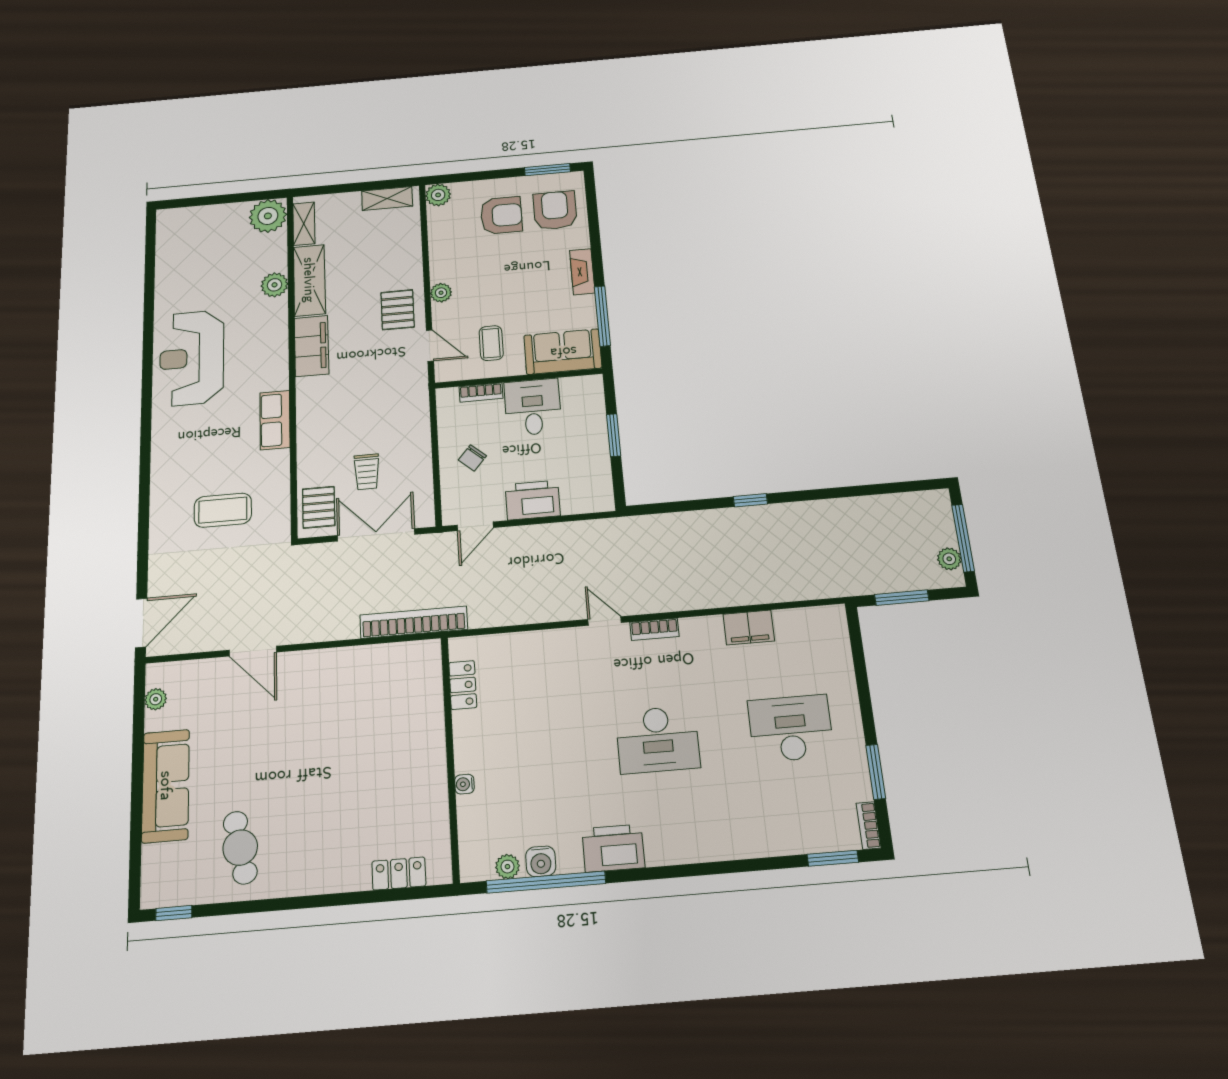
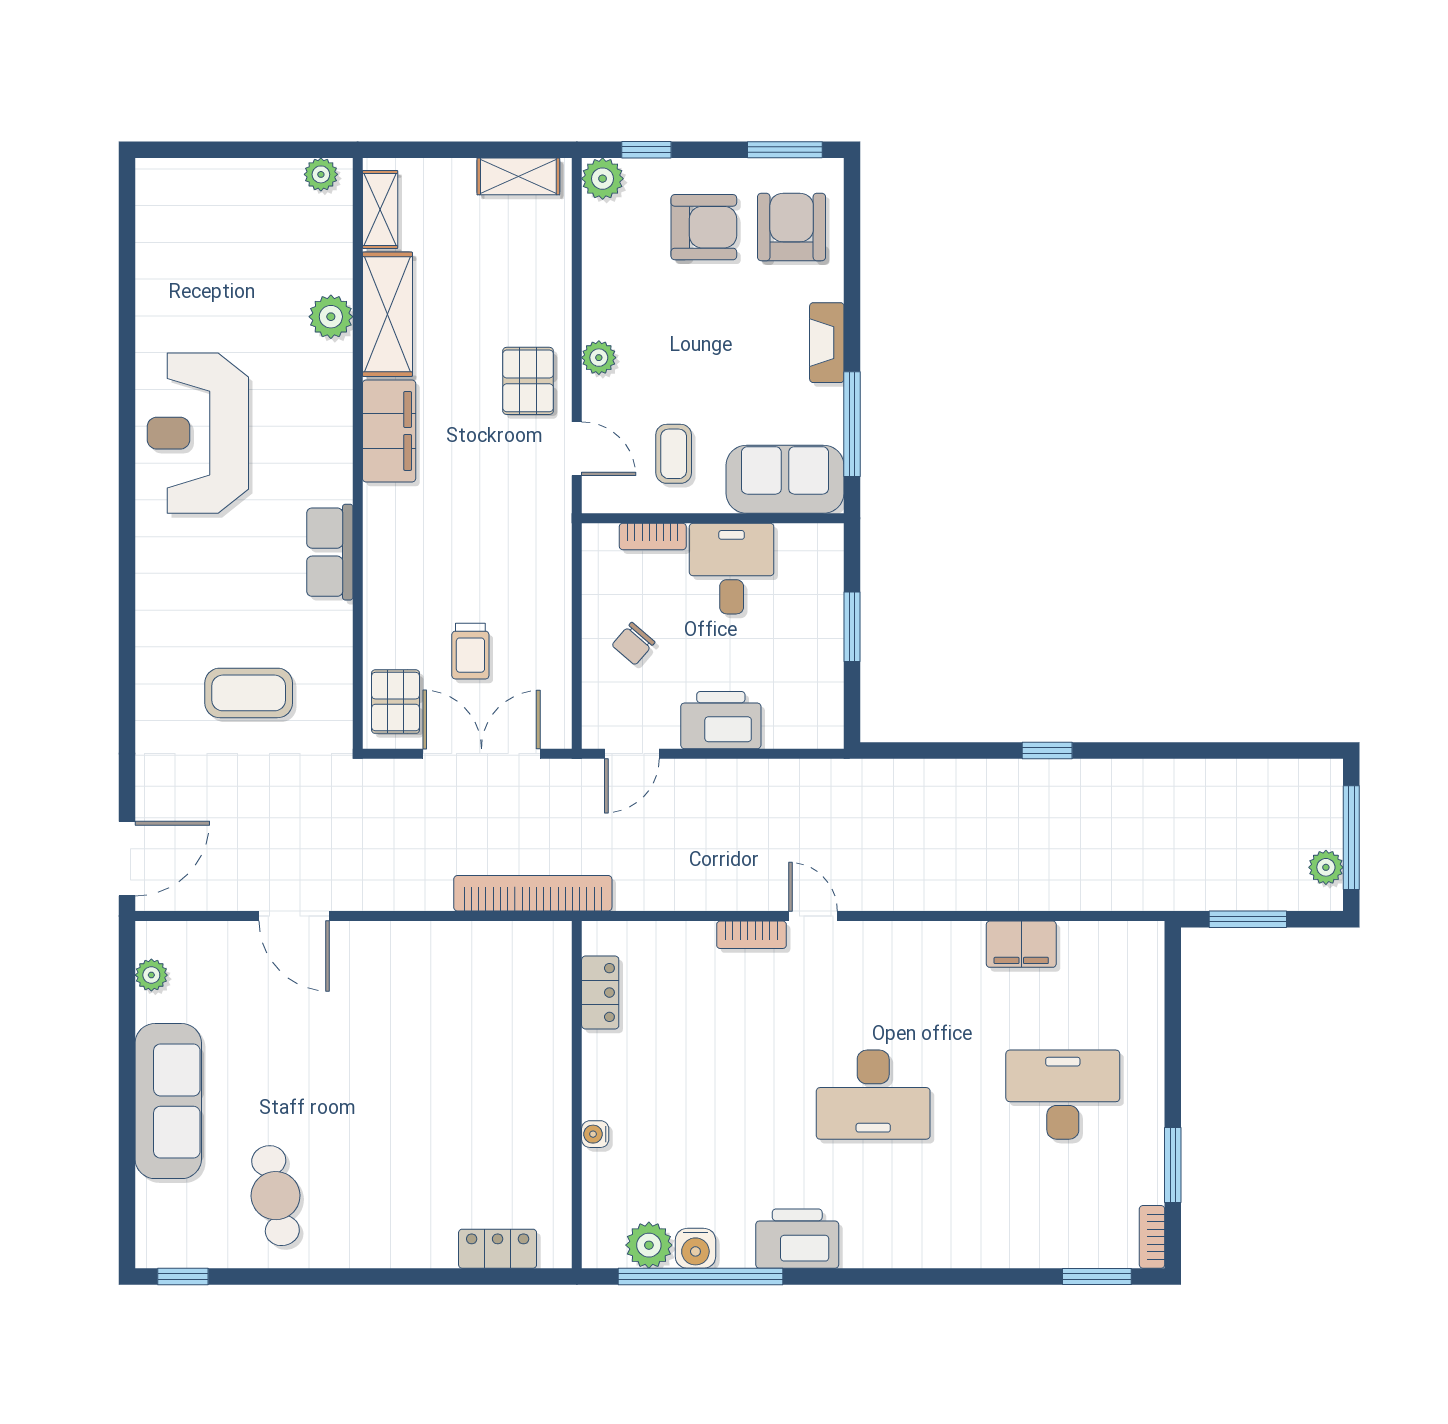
window: (464, 177) -> (646, 150), added
plant: (268, 216) -> (321, 174), width x0.53, depth x0.53
bookcase: (655, 629) -> (751, 935), moved
plant: (507, 867) -> (649, 1245), width x1.38, depth x1.38

